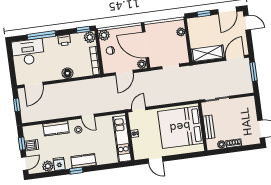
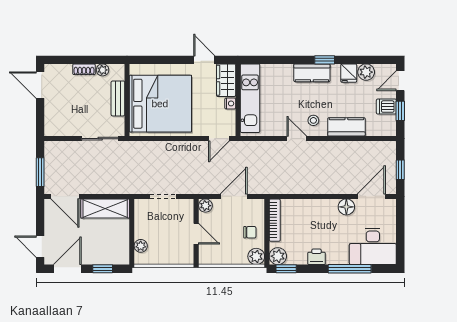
door: (146, 45) -> (196, 234), width x0.53
door: (235, 58) -> (65, 196), hinge flipped
floor lamp: (67, 73) -> (346, 207), moved
wardrobe: (139, 148) -> (226, 80), added

